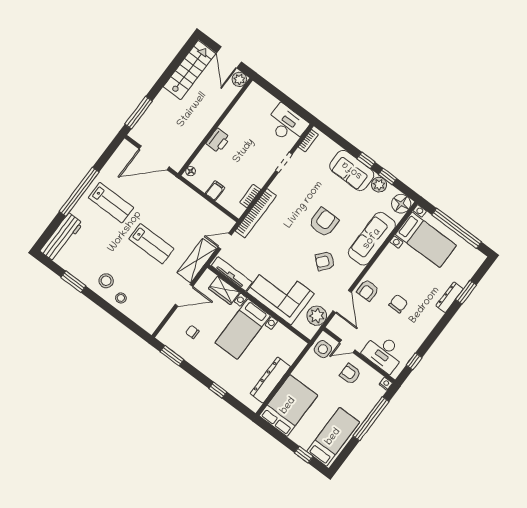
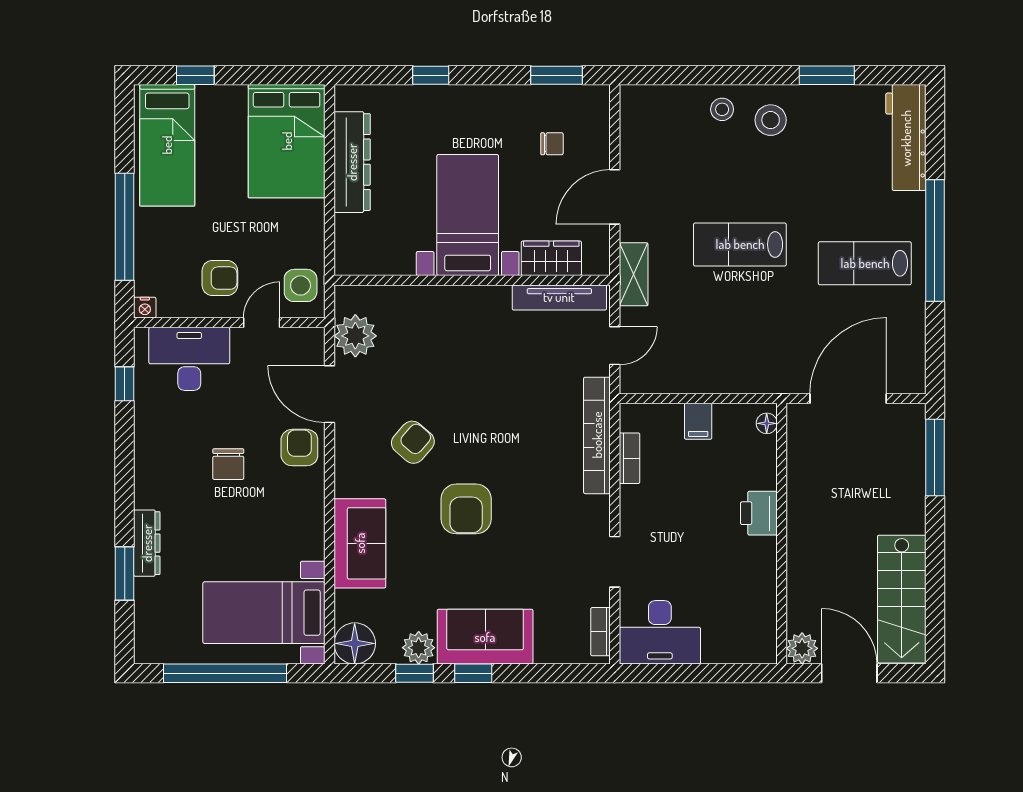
sofa: (372, 239) -> (360, 543), width x0.73
shelving: (197, 261) -> (634, 274), width x0.67, depth x0.75
corner sofa: (280, 293) -> (449, 328), removed

